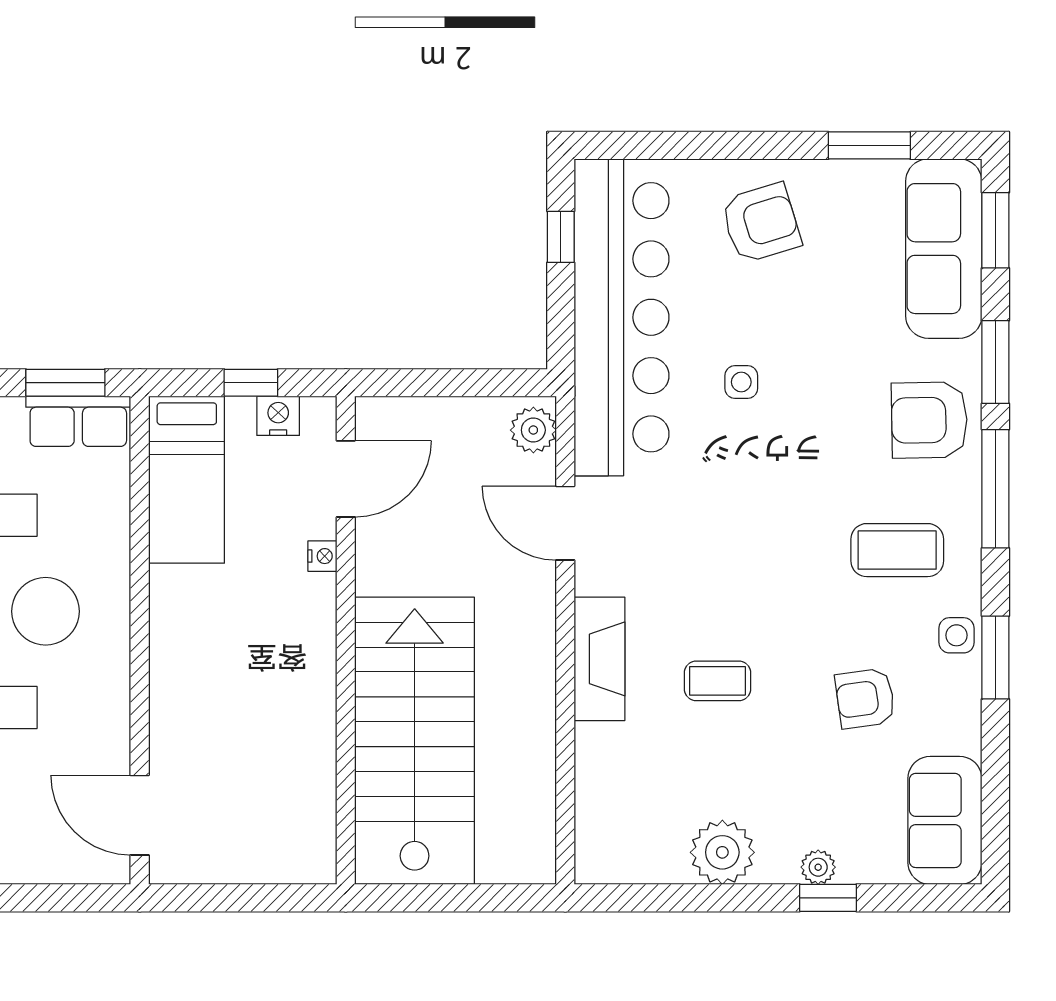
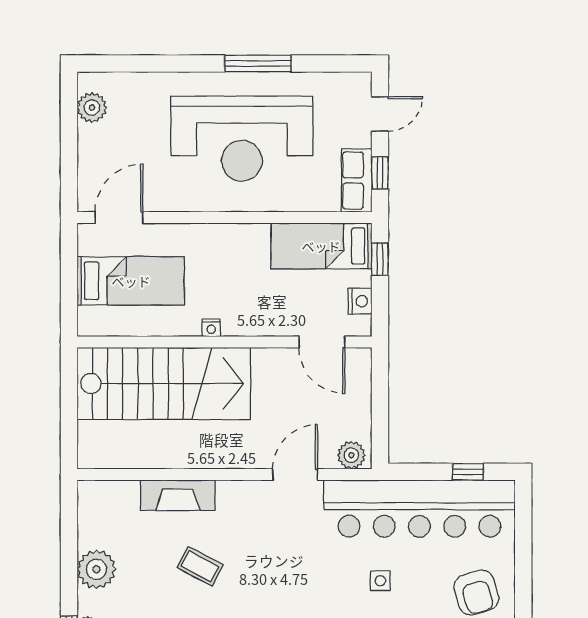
window: (65, 383) -> (380, 173), width x0.67
window: (251, 383) -> (380, 259), moved
nightstand: (322, 556) -> (211, 328), moved
fireplace: (600, 659) -> (178, 495), moved
coffee table: (717, 681) -> (200, 566), turned -62
bed: (244, 796) -> (131, 281), added

